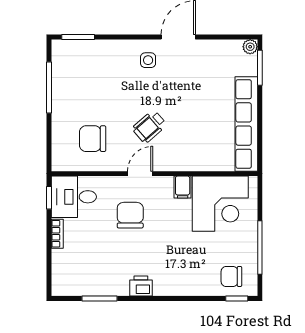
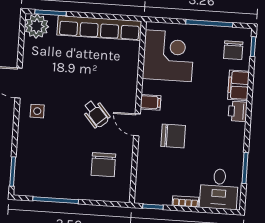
plant: (250, 47) -> (37, 26), width x1.87, depth x1.87
filing cabinet: (183, 187) -> (150, 102), moved
desk: (74, 197) -> (219, 189), moved
chair: (130, 215) -> (173, 136), turned 180
filing cabinet: (192, 285) -> (238, 85), added
printer: (141, 286) -> (238, 111), moved

